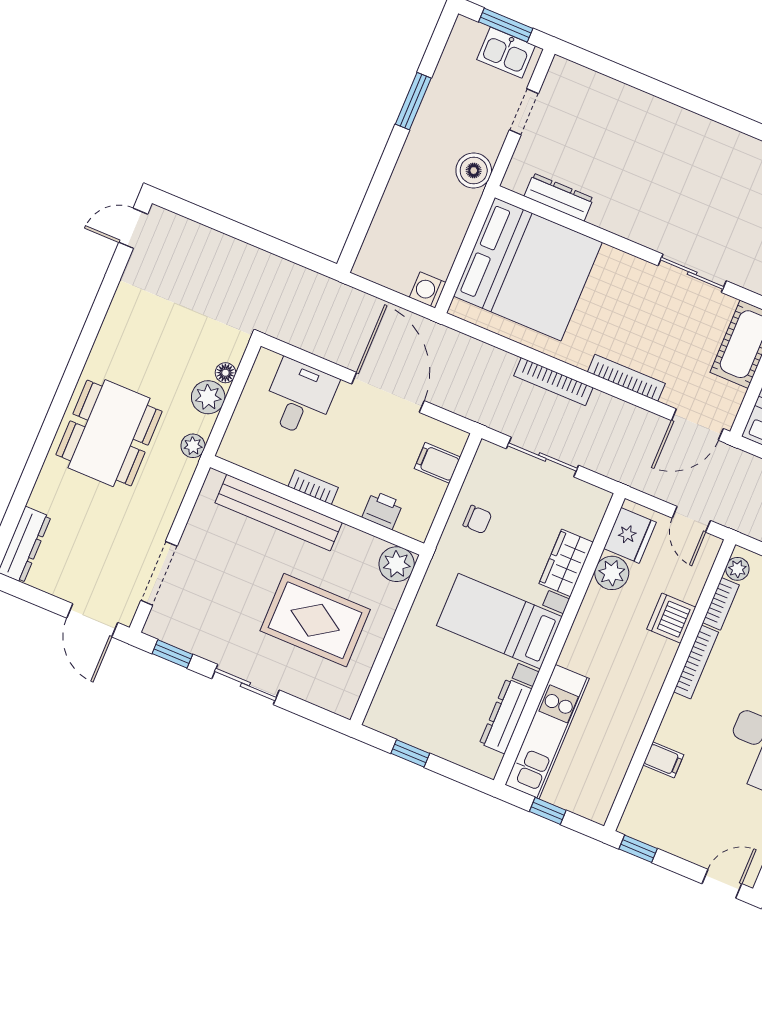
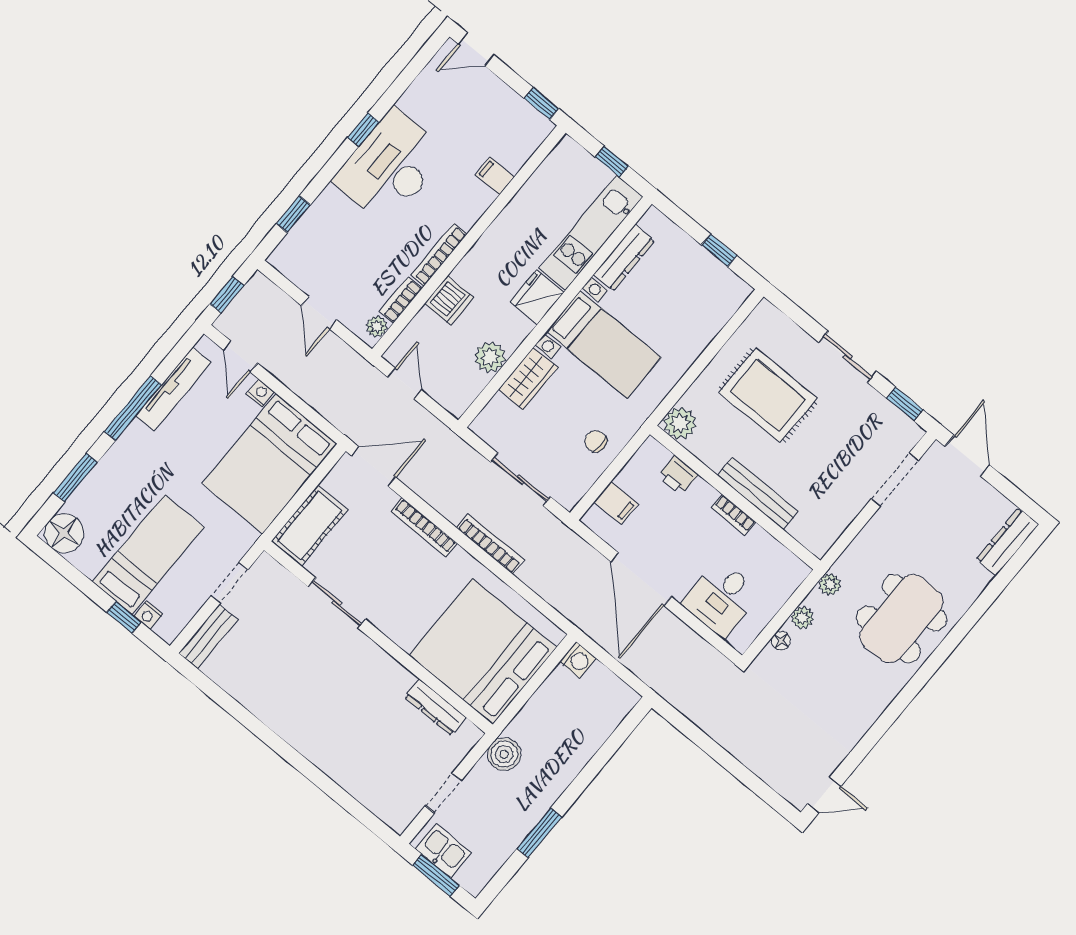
plant: (208, 397) -> (803, 618), width x0.73, depth x0.73
bench: (279, 513) -> (758, 493), width x0.73, depth x0.82
fridge: (630, 535) -> (537, 297), moved

